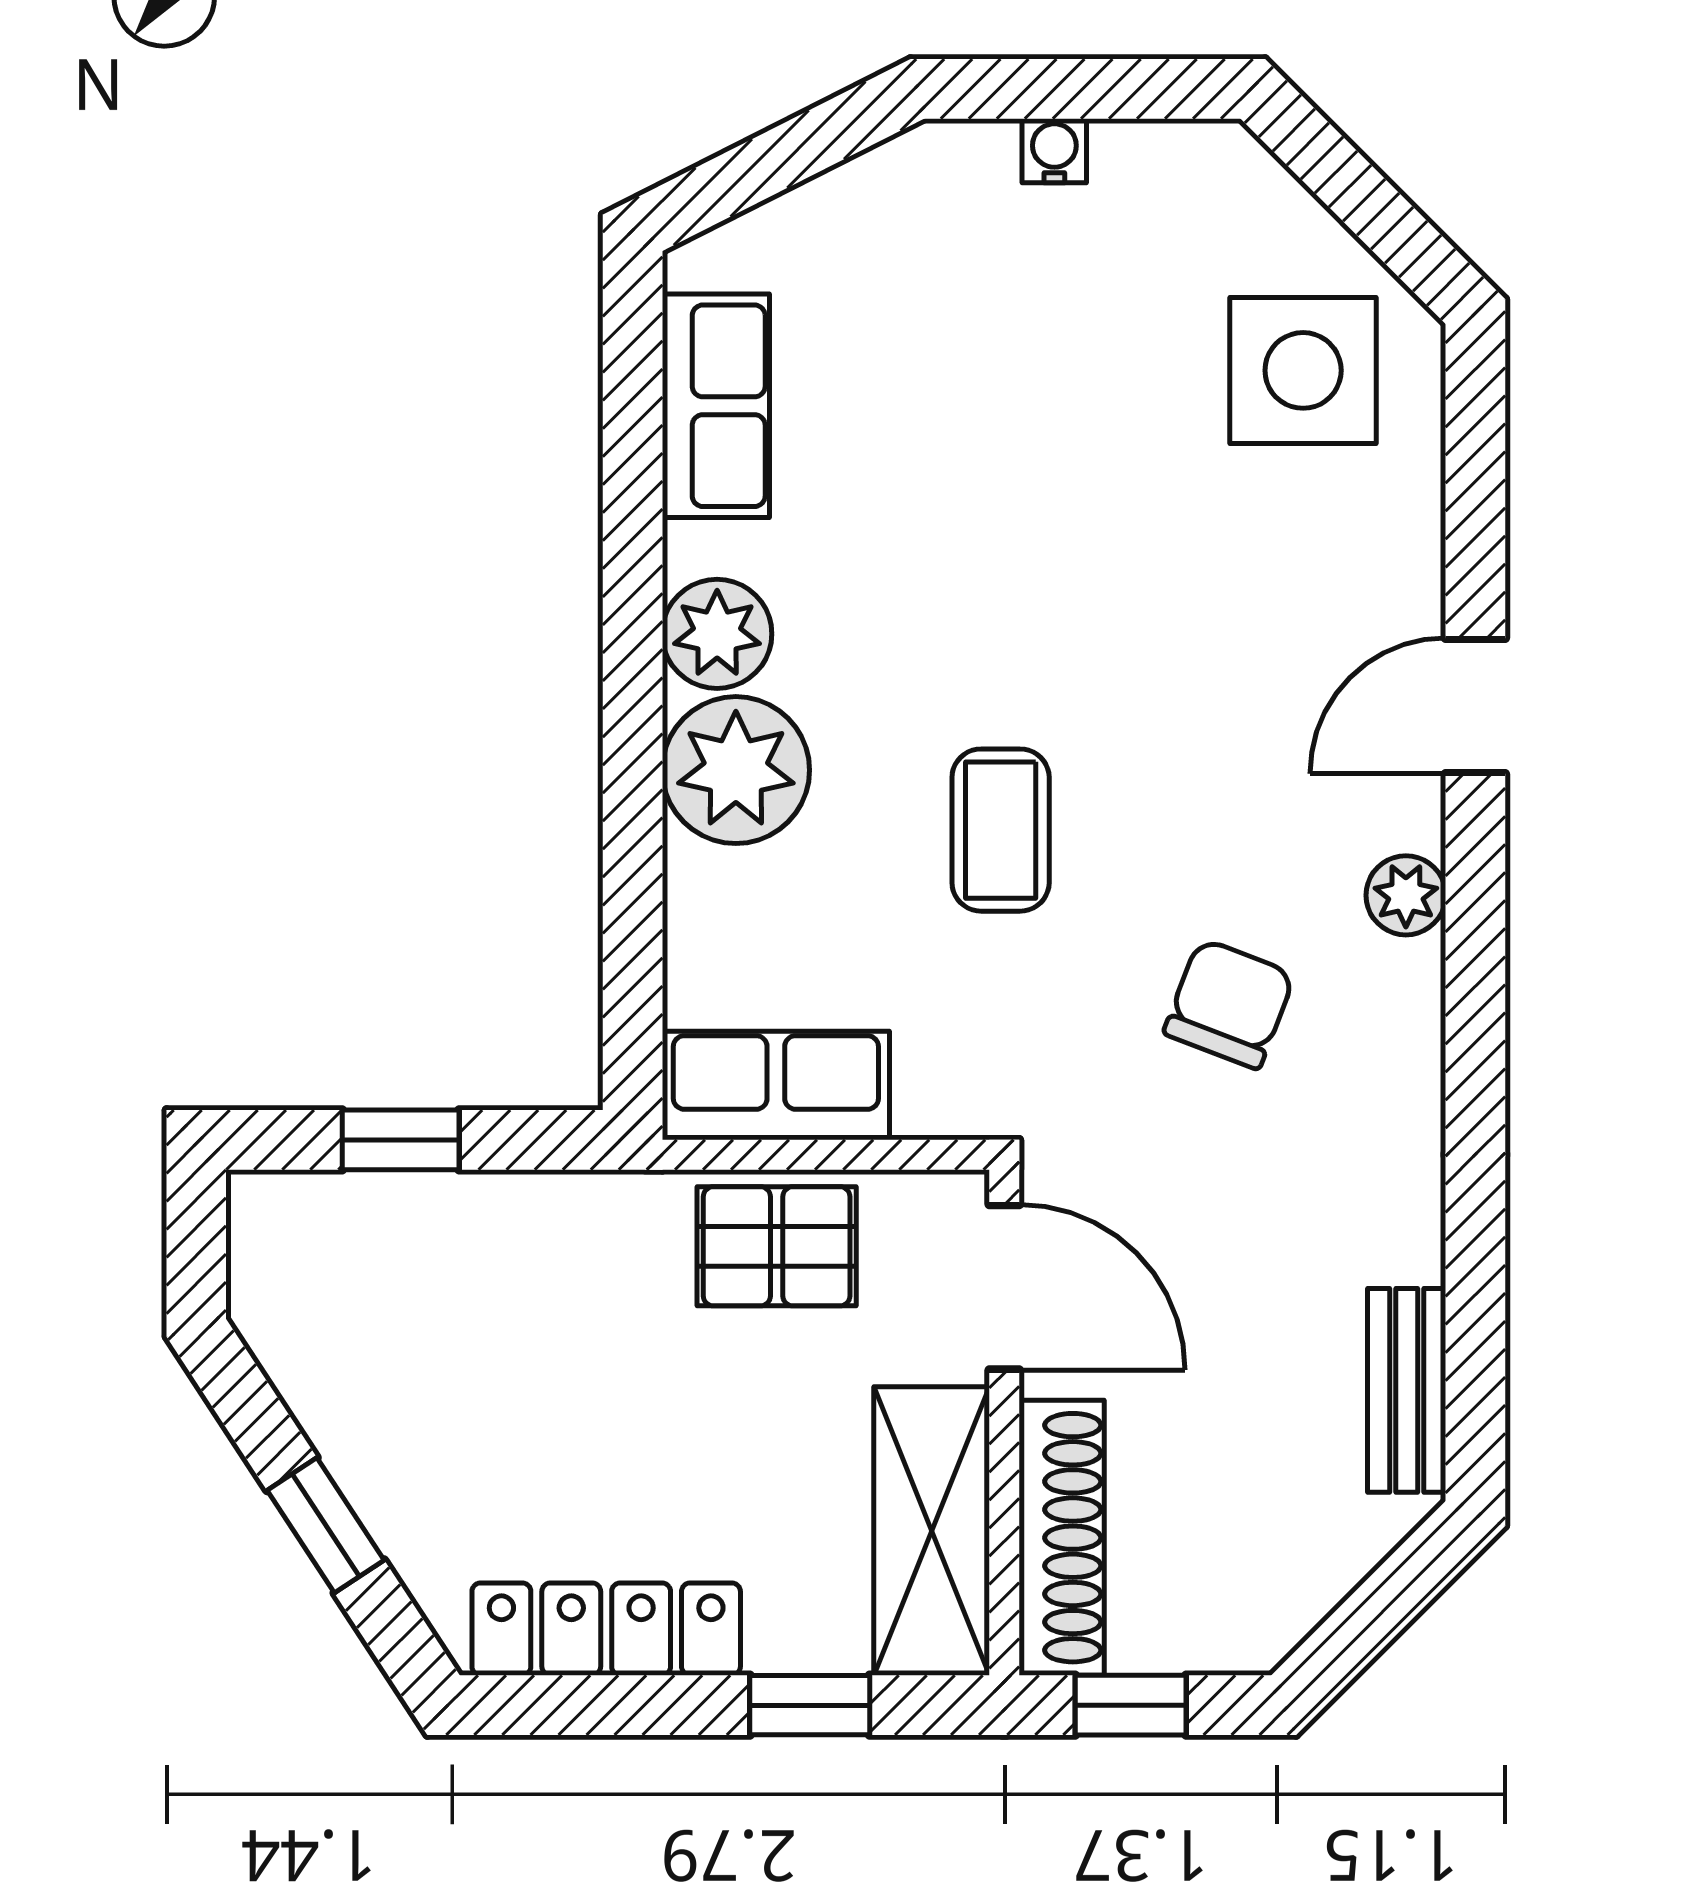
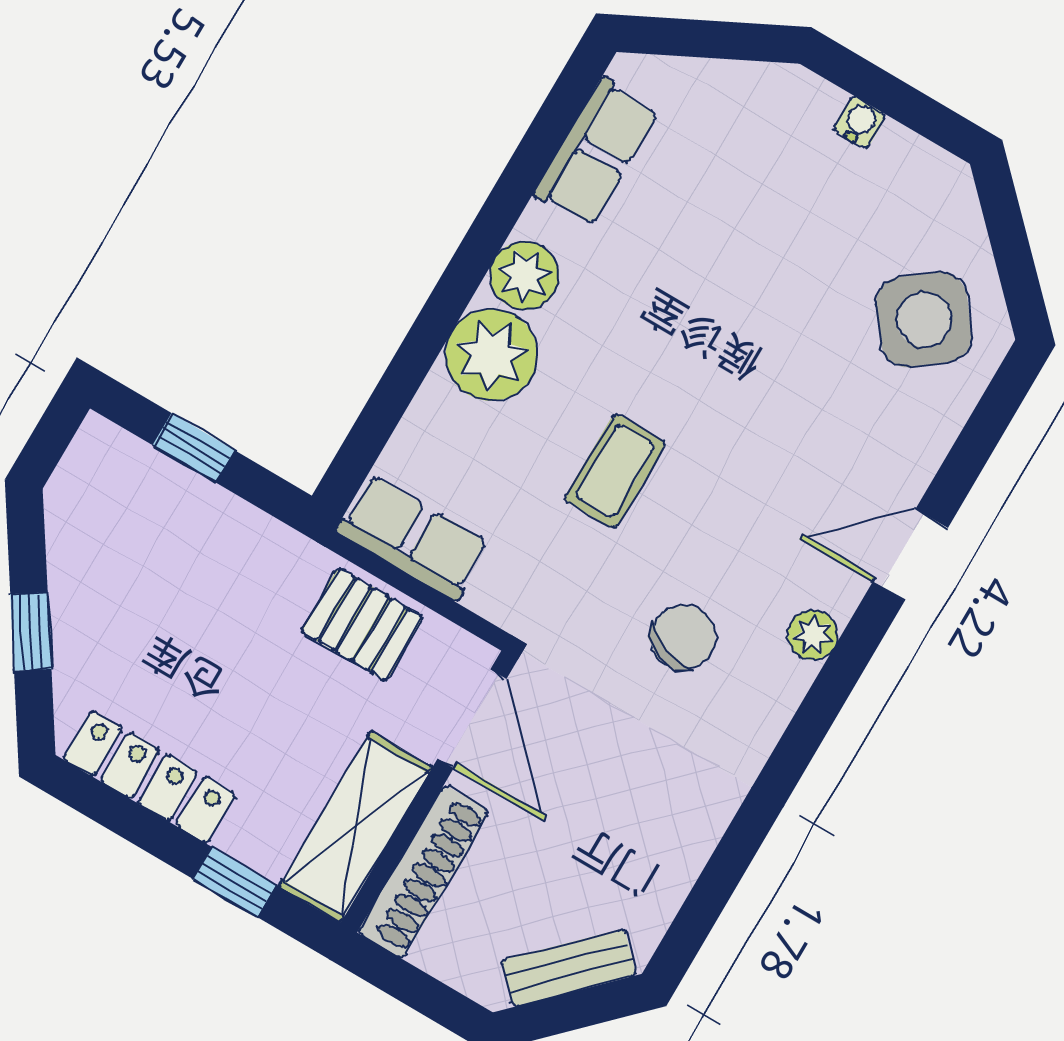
side table: (1303, 370) -> (924, 320), turned -38
bench: (1407, 1390) -> (569, 968), moved, turned 45
window: (1131, 1705) -> (407, 984), removed

